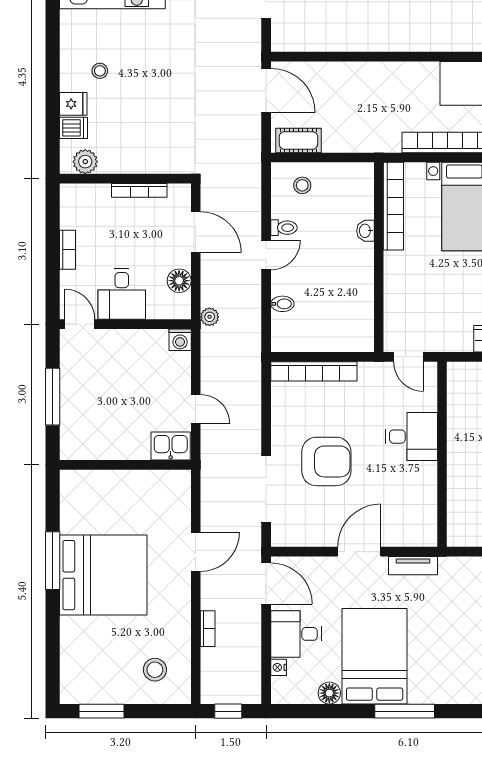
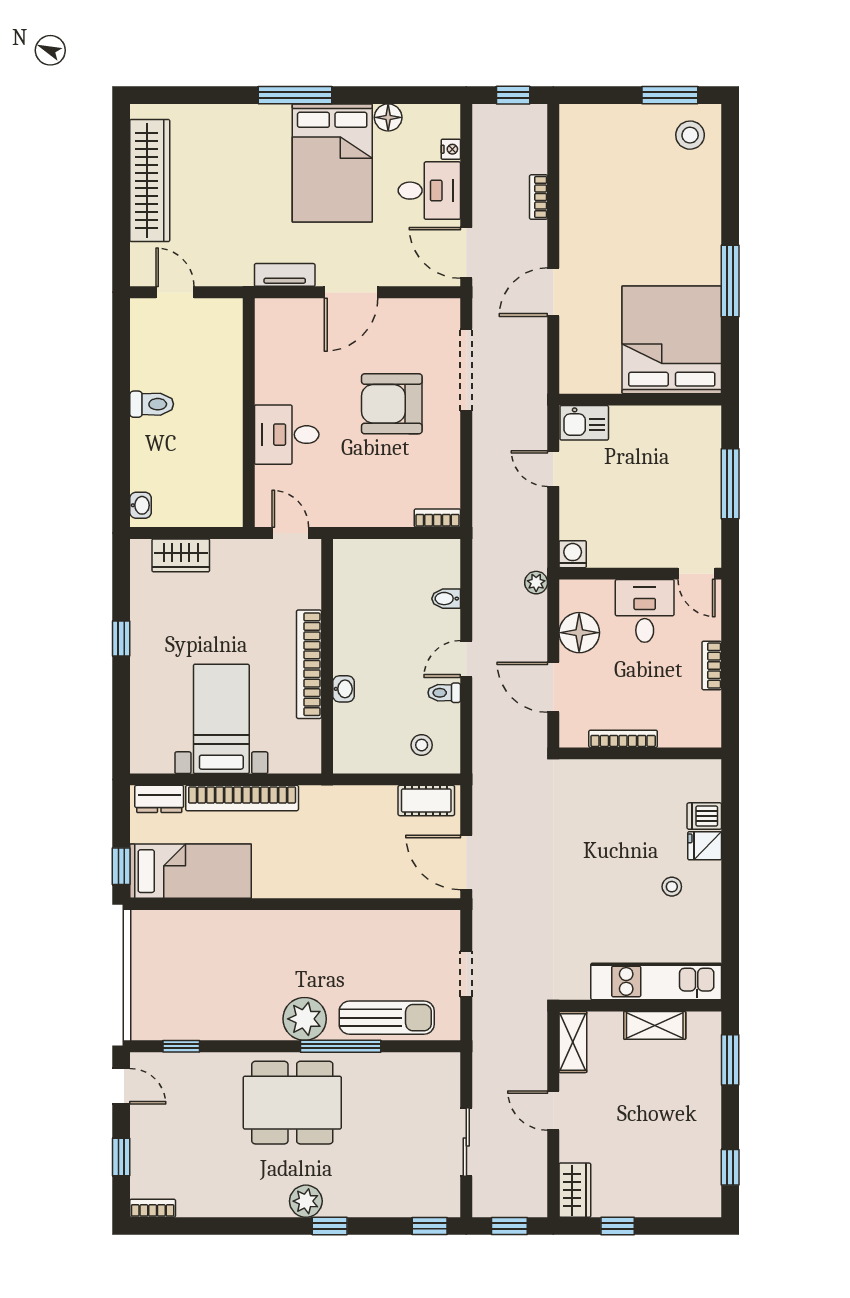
plant: (85, 162) -> (690, 774), removed
bookcase: (393, 206) -> (309, 664), moved
floor lamp: (179, 281) -> (579, 633), width x1.38, depth x1.38
bookcase: (314, 371) -> (437, 518), width x0.43, depth x0.76
bed: (103, 575) -> (672, 340), moved, turned 90
stool: (155, 670) -> (690, 135), moved

